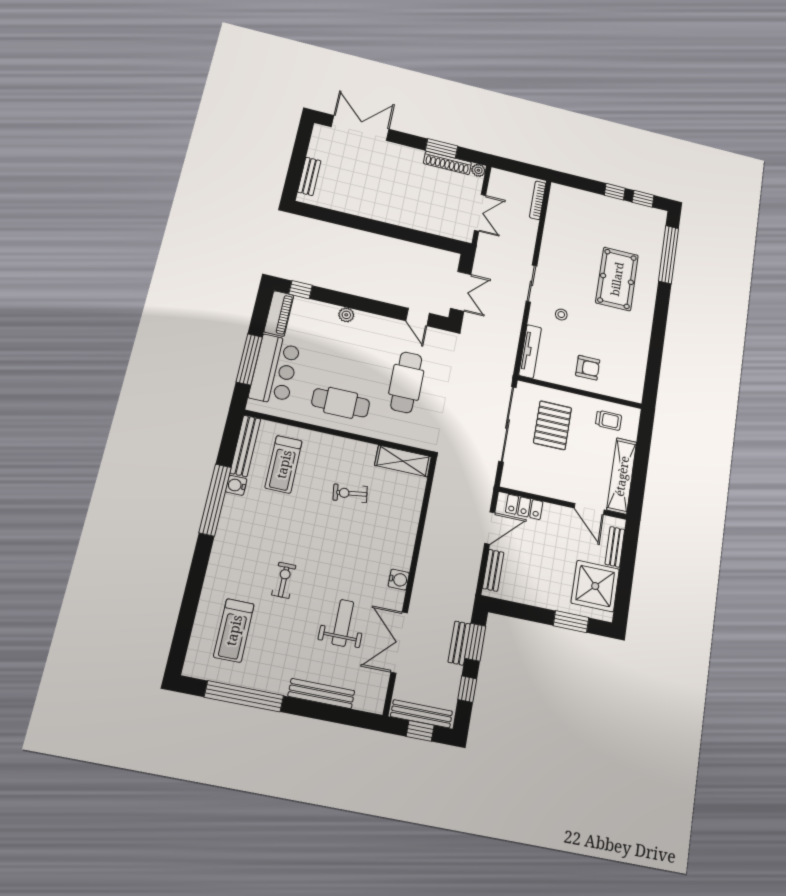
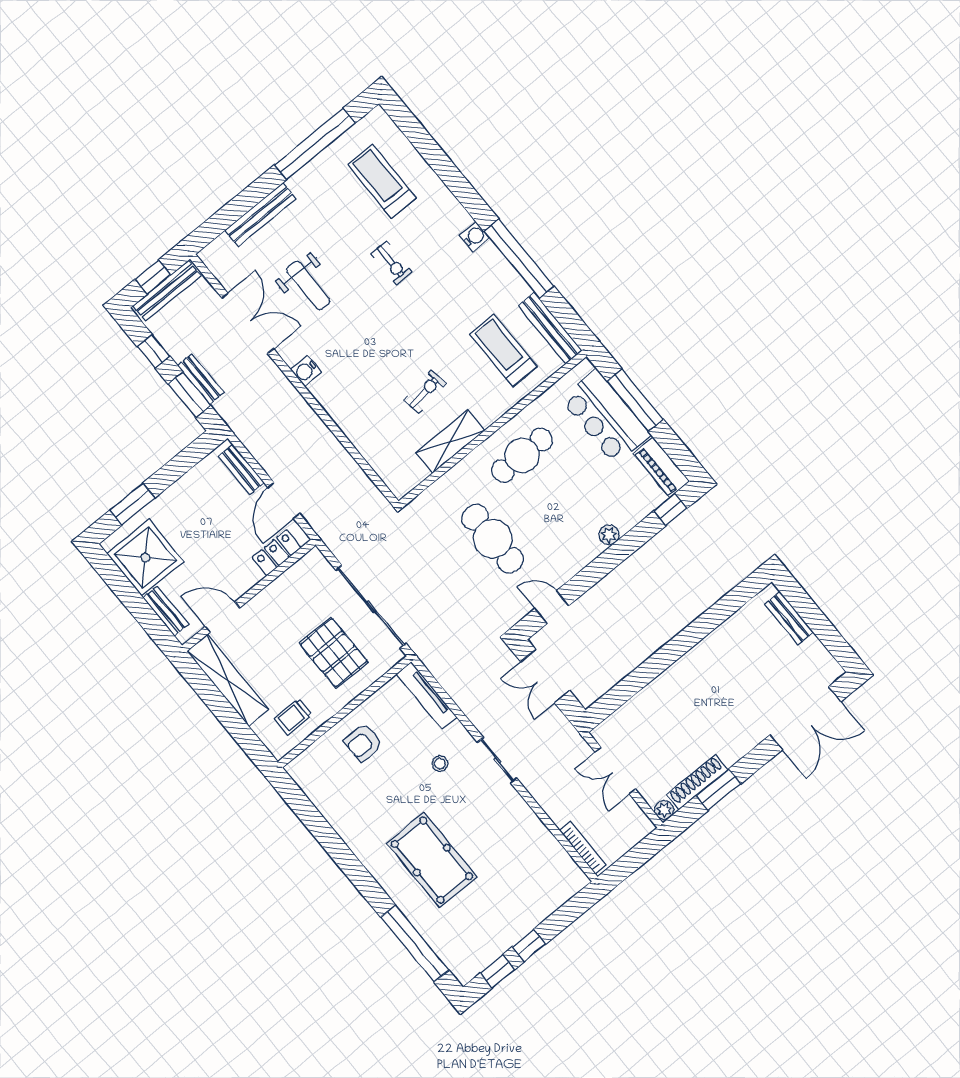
shelving: (403, 461) -> (450, 442), moved
water cooler: (236, 485) -> (475, 237), moved

